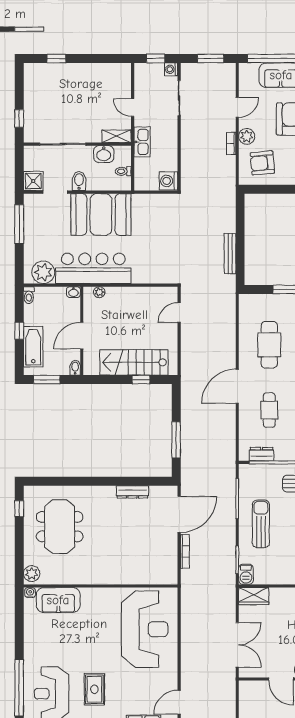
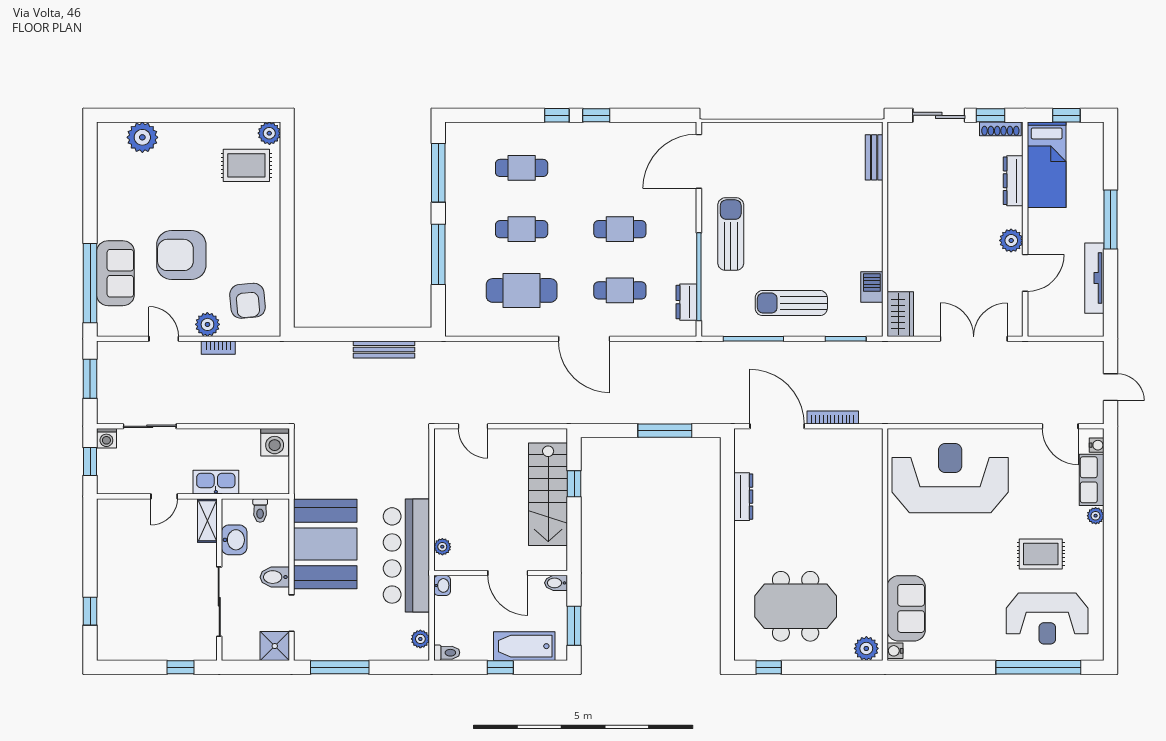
plant: (43, 272) -> (420, 639), width x0.53, depth x0.53
barbecue: (246, 574) -> (872, 287), moved, turned -90

